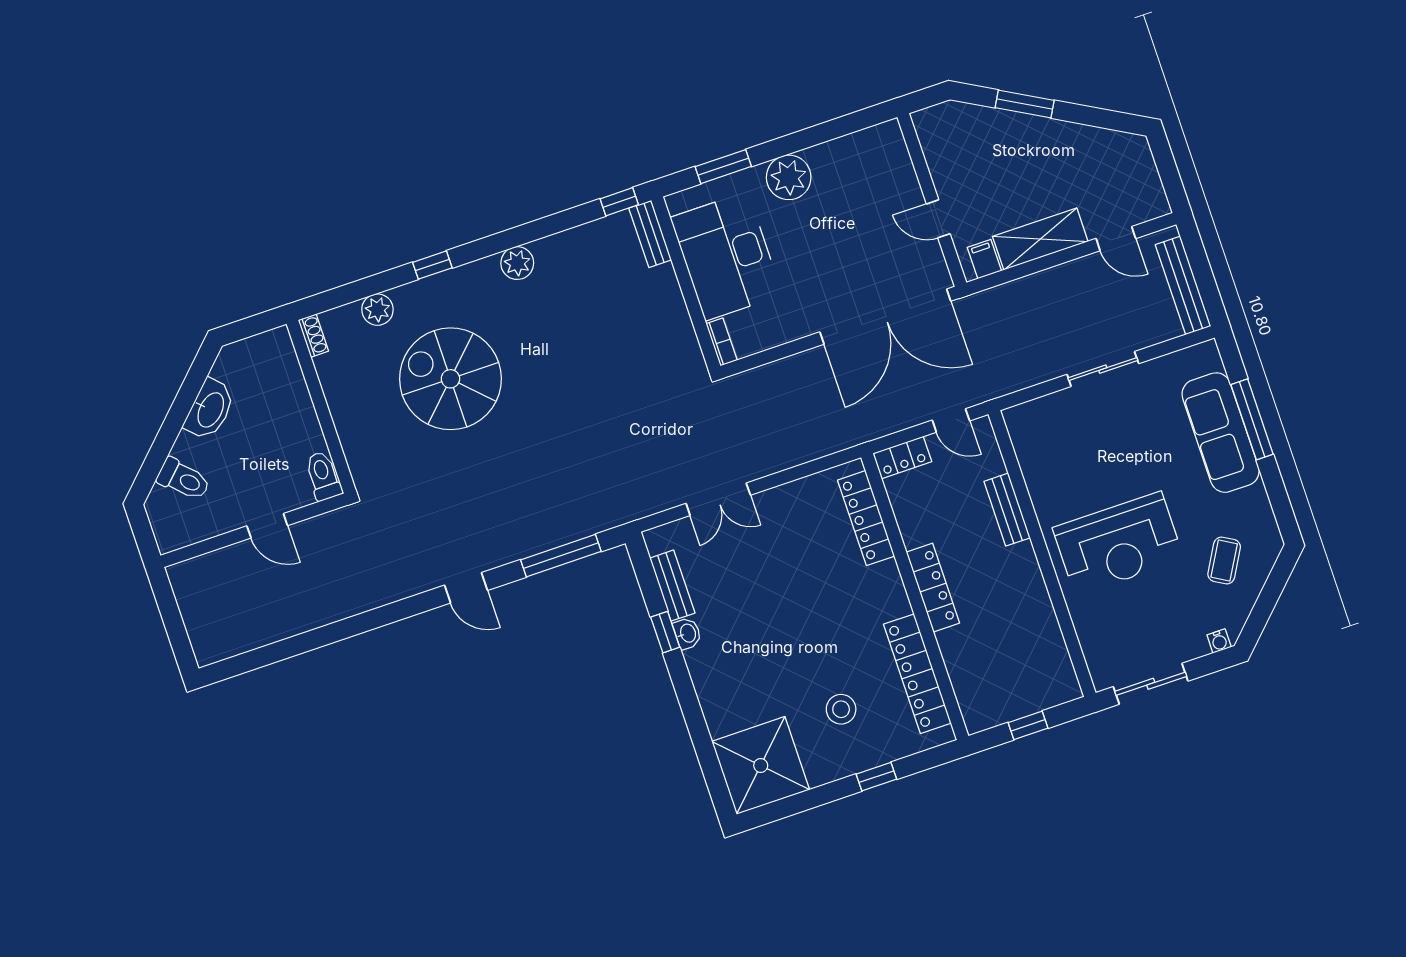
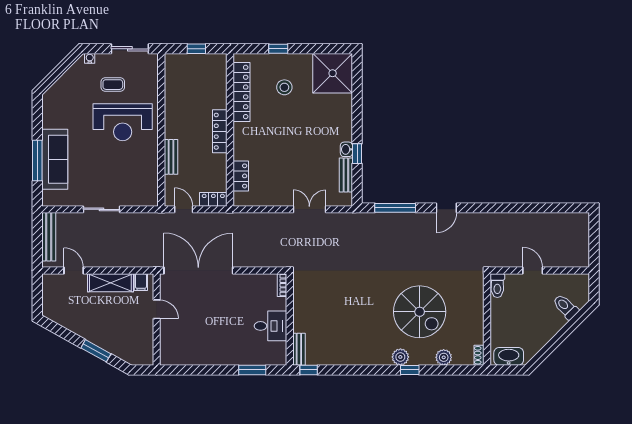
plant: (789, 177) -> (222, 354), removed
desk: (726, 256) -> (270, 326), width x0.53, depth x0.77
plant: (517, 263) -> (400, 357), moved
washbasin: (210, 409) -> (509, 356), moved, turned 45
locker: (866, 518) -> (241, 176), width x0.66
reception desk: (1118, 544) -> (123, 122), turned 180
coffee table: (1224, 561) -> (113, 85), moved, turned 60
door: (466, 588) -> (446, 208), swing flipped

